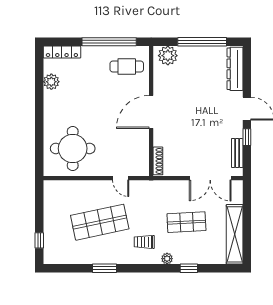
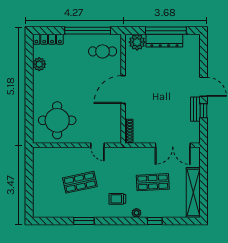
dresser: (235, 69) -> (164, 41), moved, turned -90
bench: (237, 153) -> (195, 109), moved
shop shelf: (100, 222) -> (80, 182), width x0.70, depth x0.74
window: (39, 240) -> (29, 198), removed

